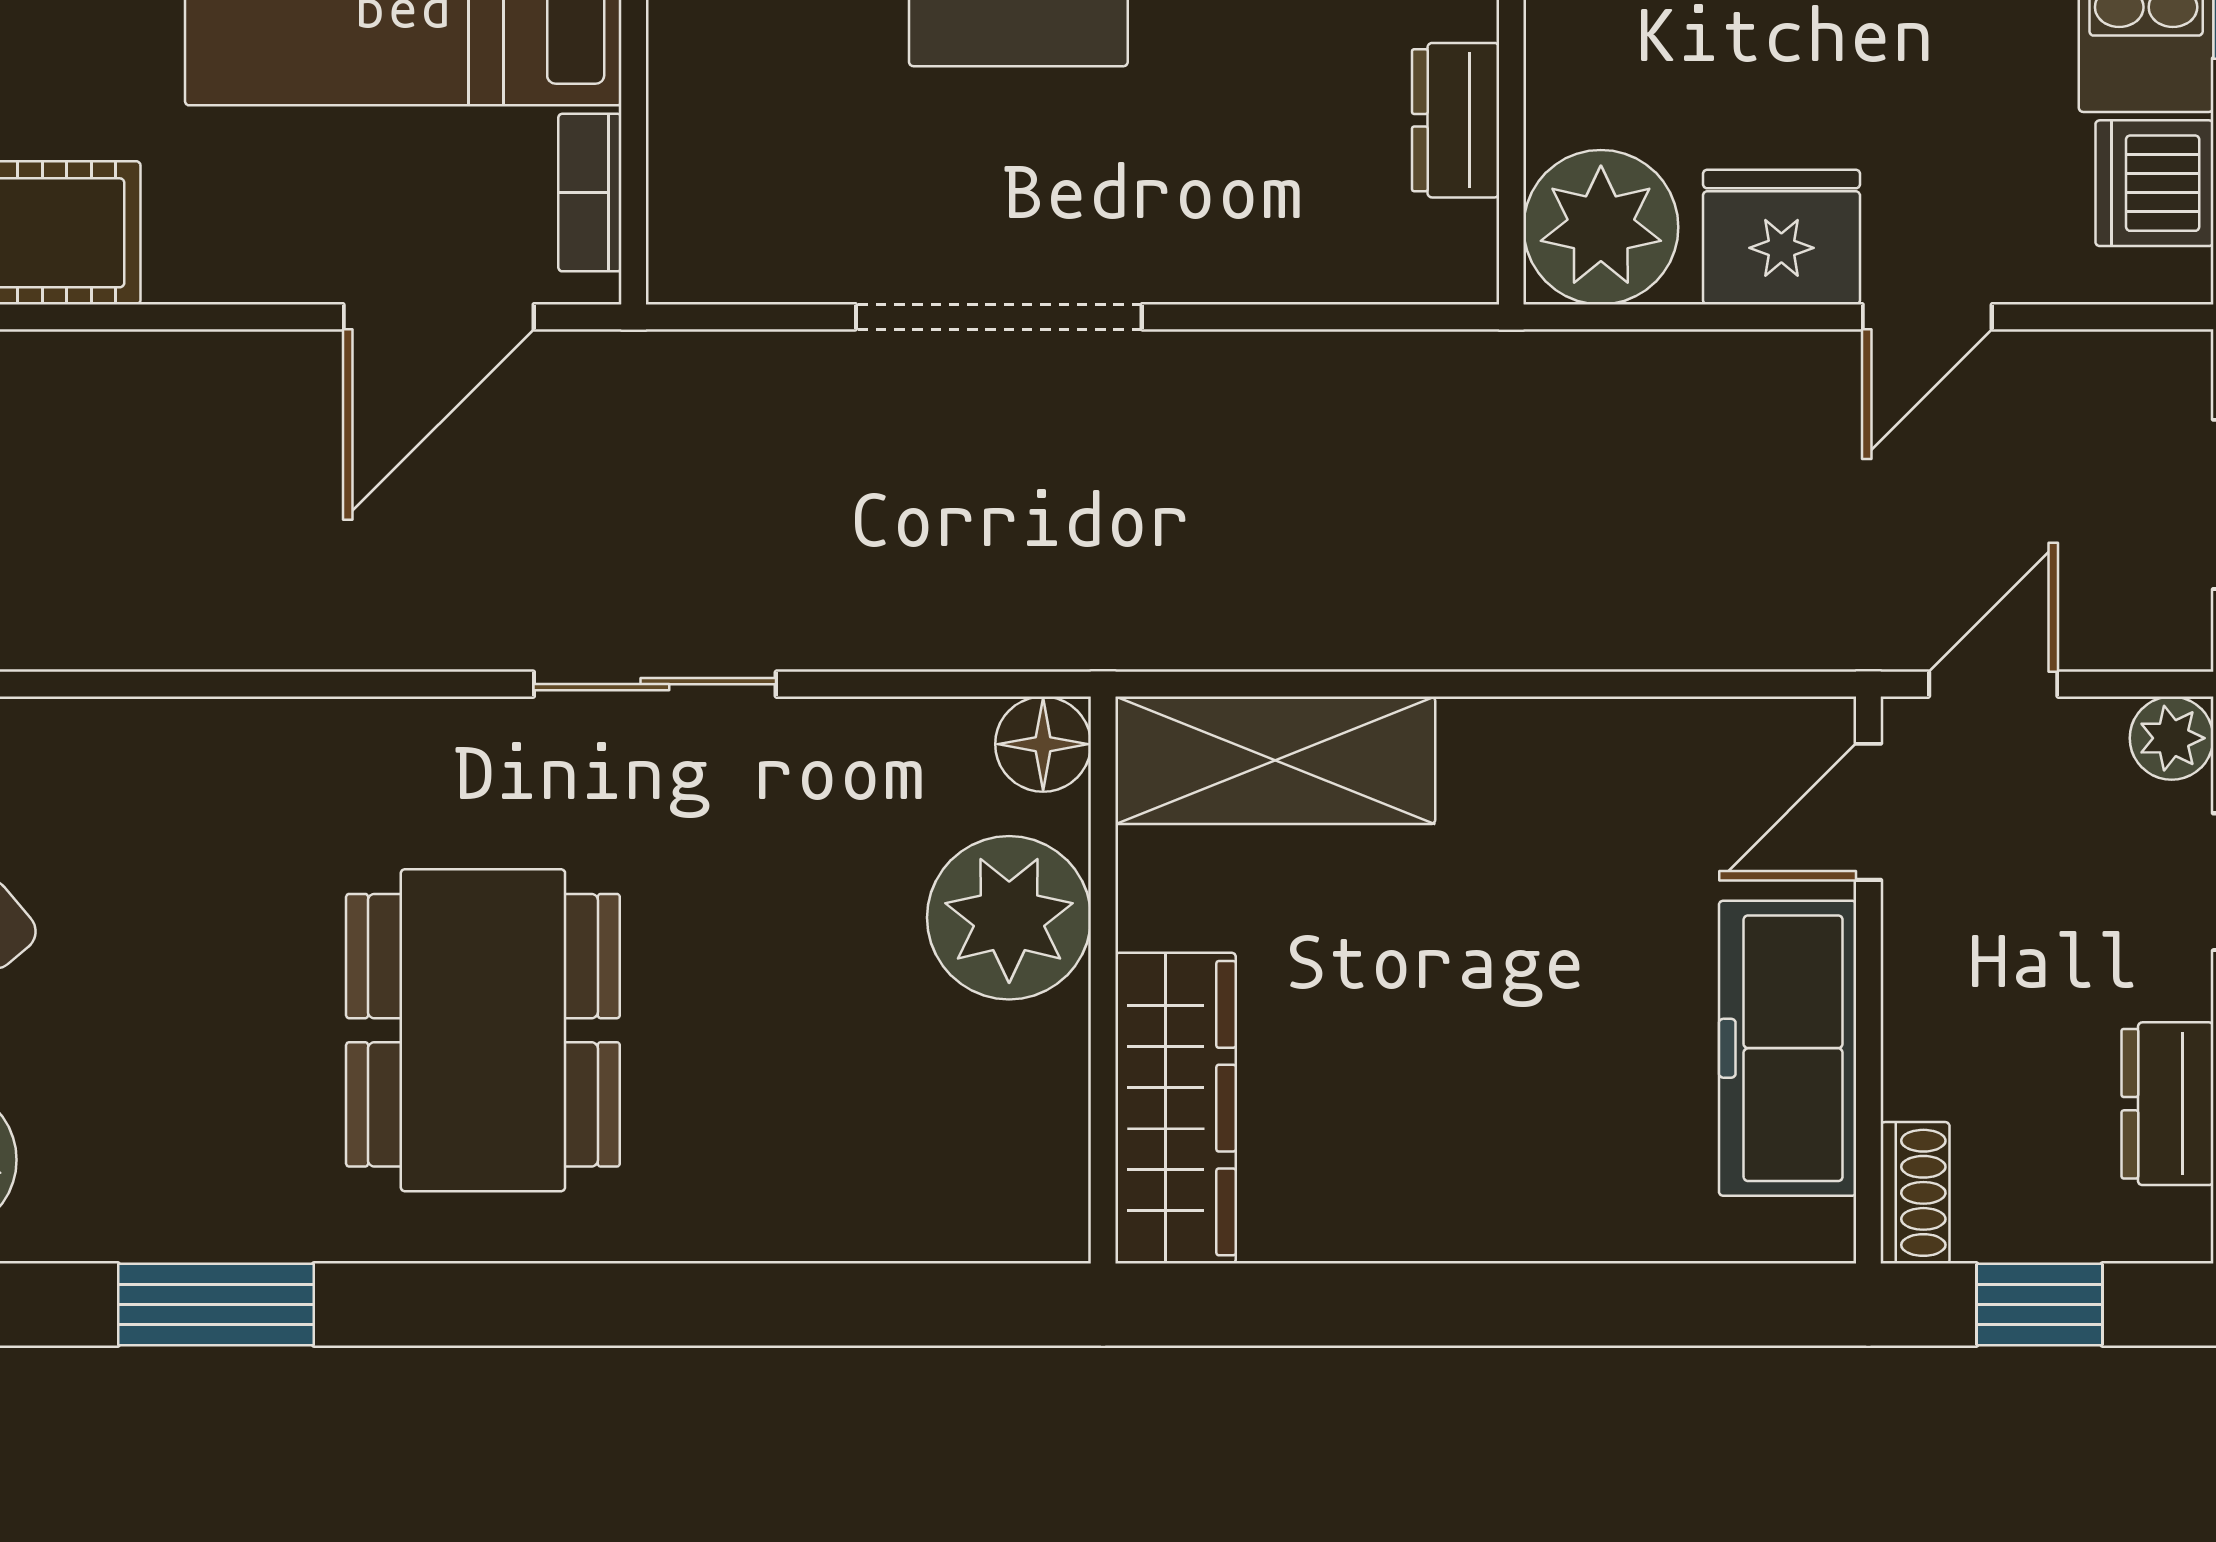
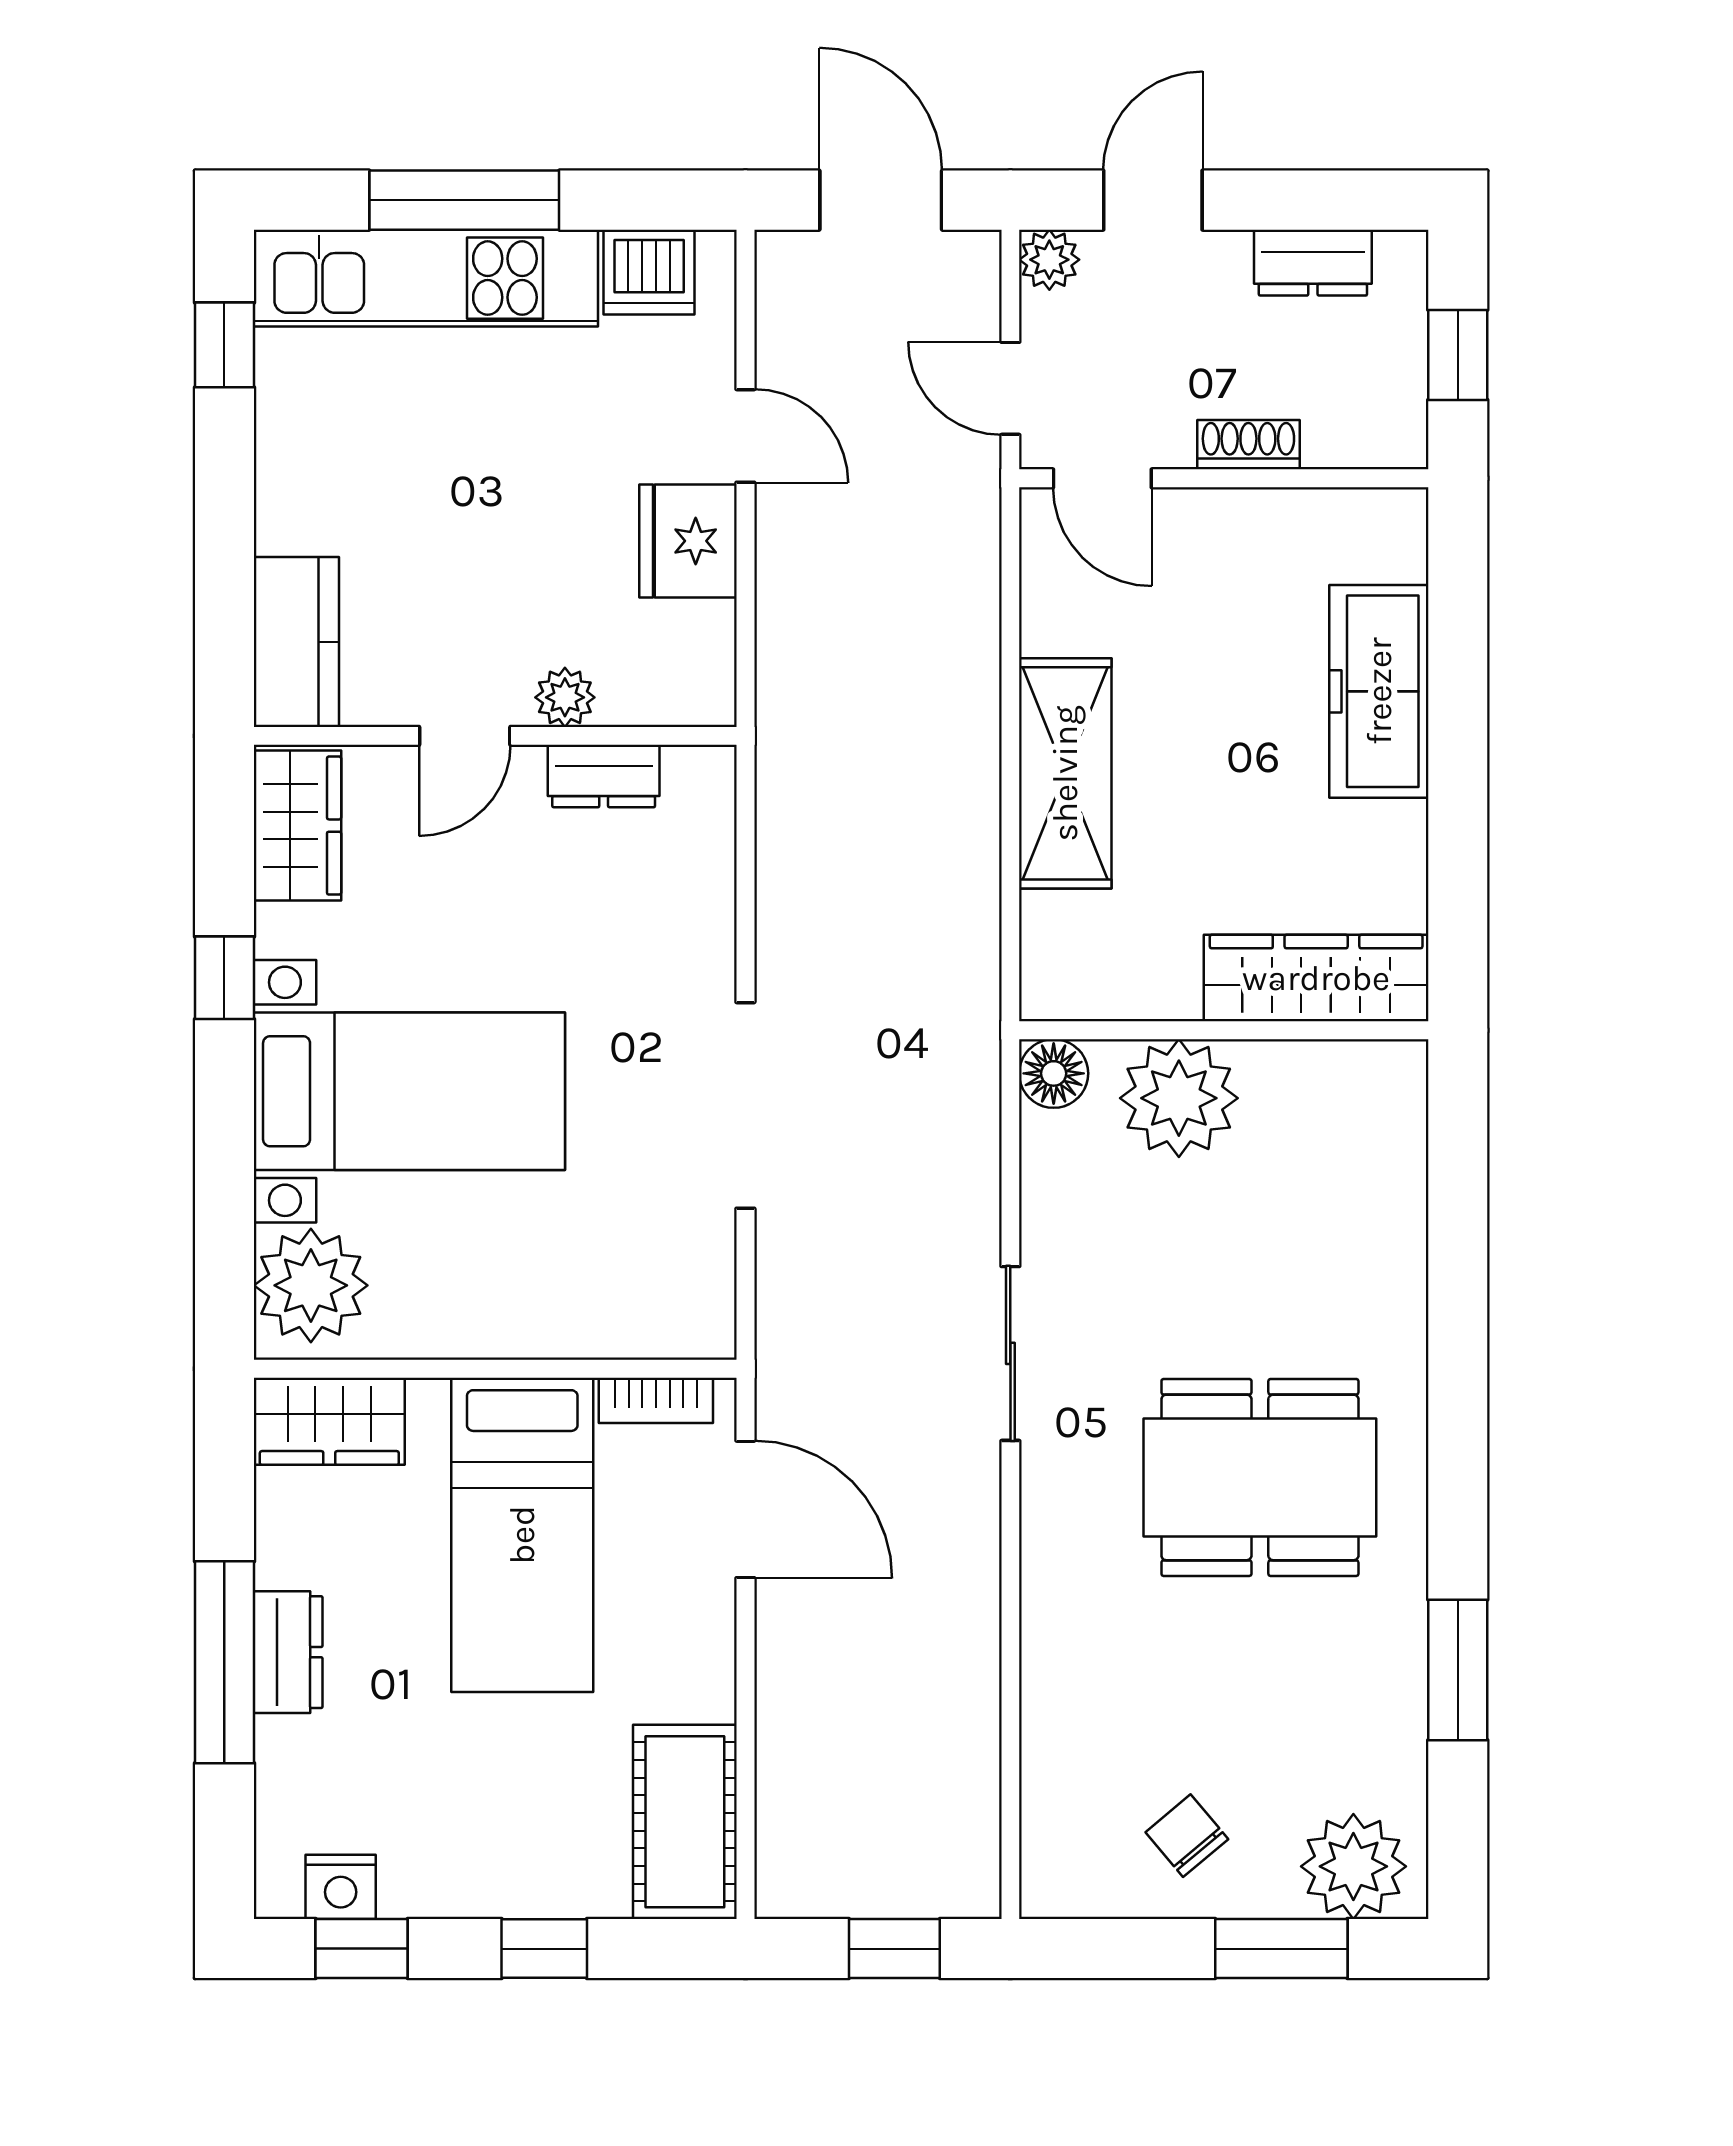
plant: (1601, 227) -> (565, 697), moved, width x0.53, depth x0.53
shelving: (1275, 760) -> (1065, 773), moved
freezer: (1788, 1048) -> (1379, 691), moved, turned 90
shoe rack: (1915, 1193) -> (1248, 445), moved

